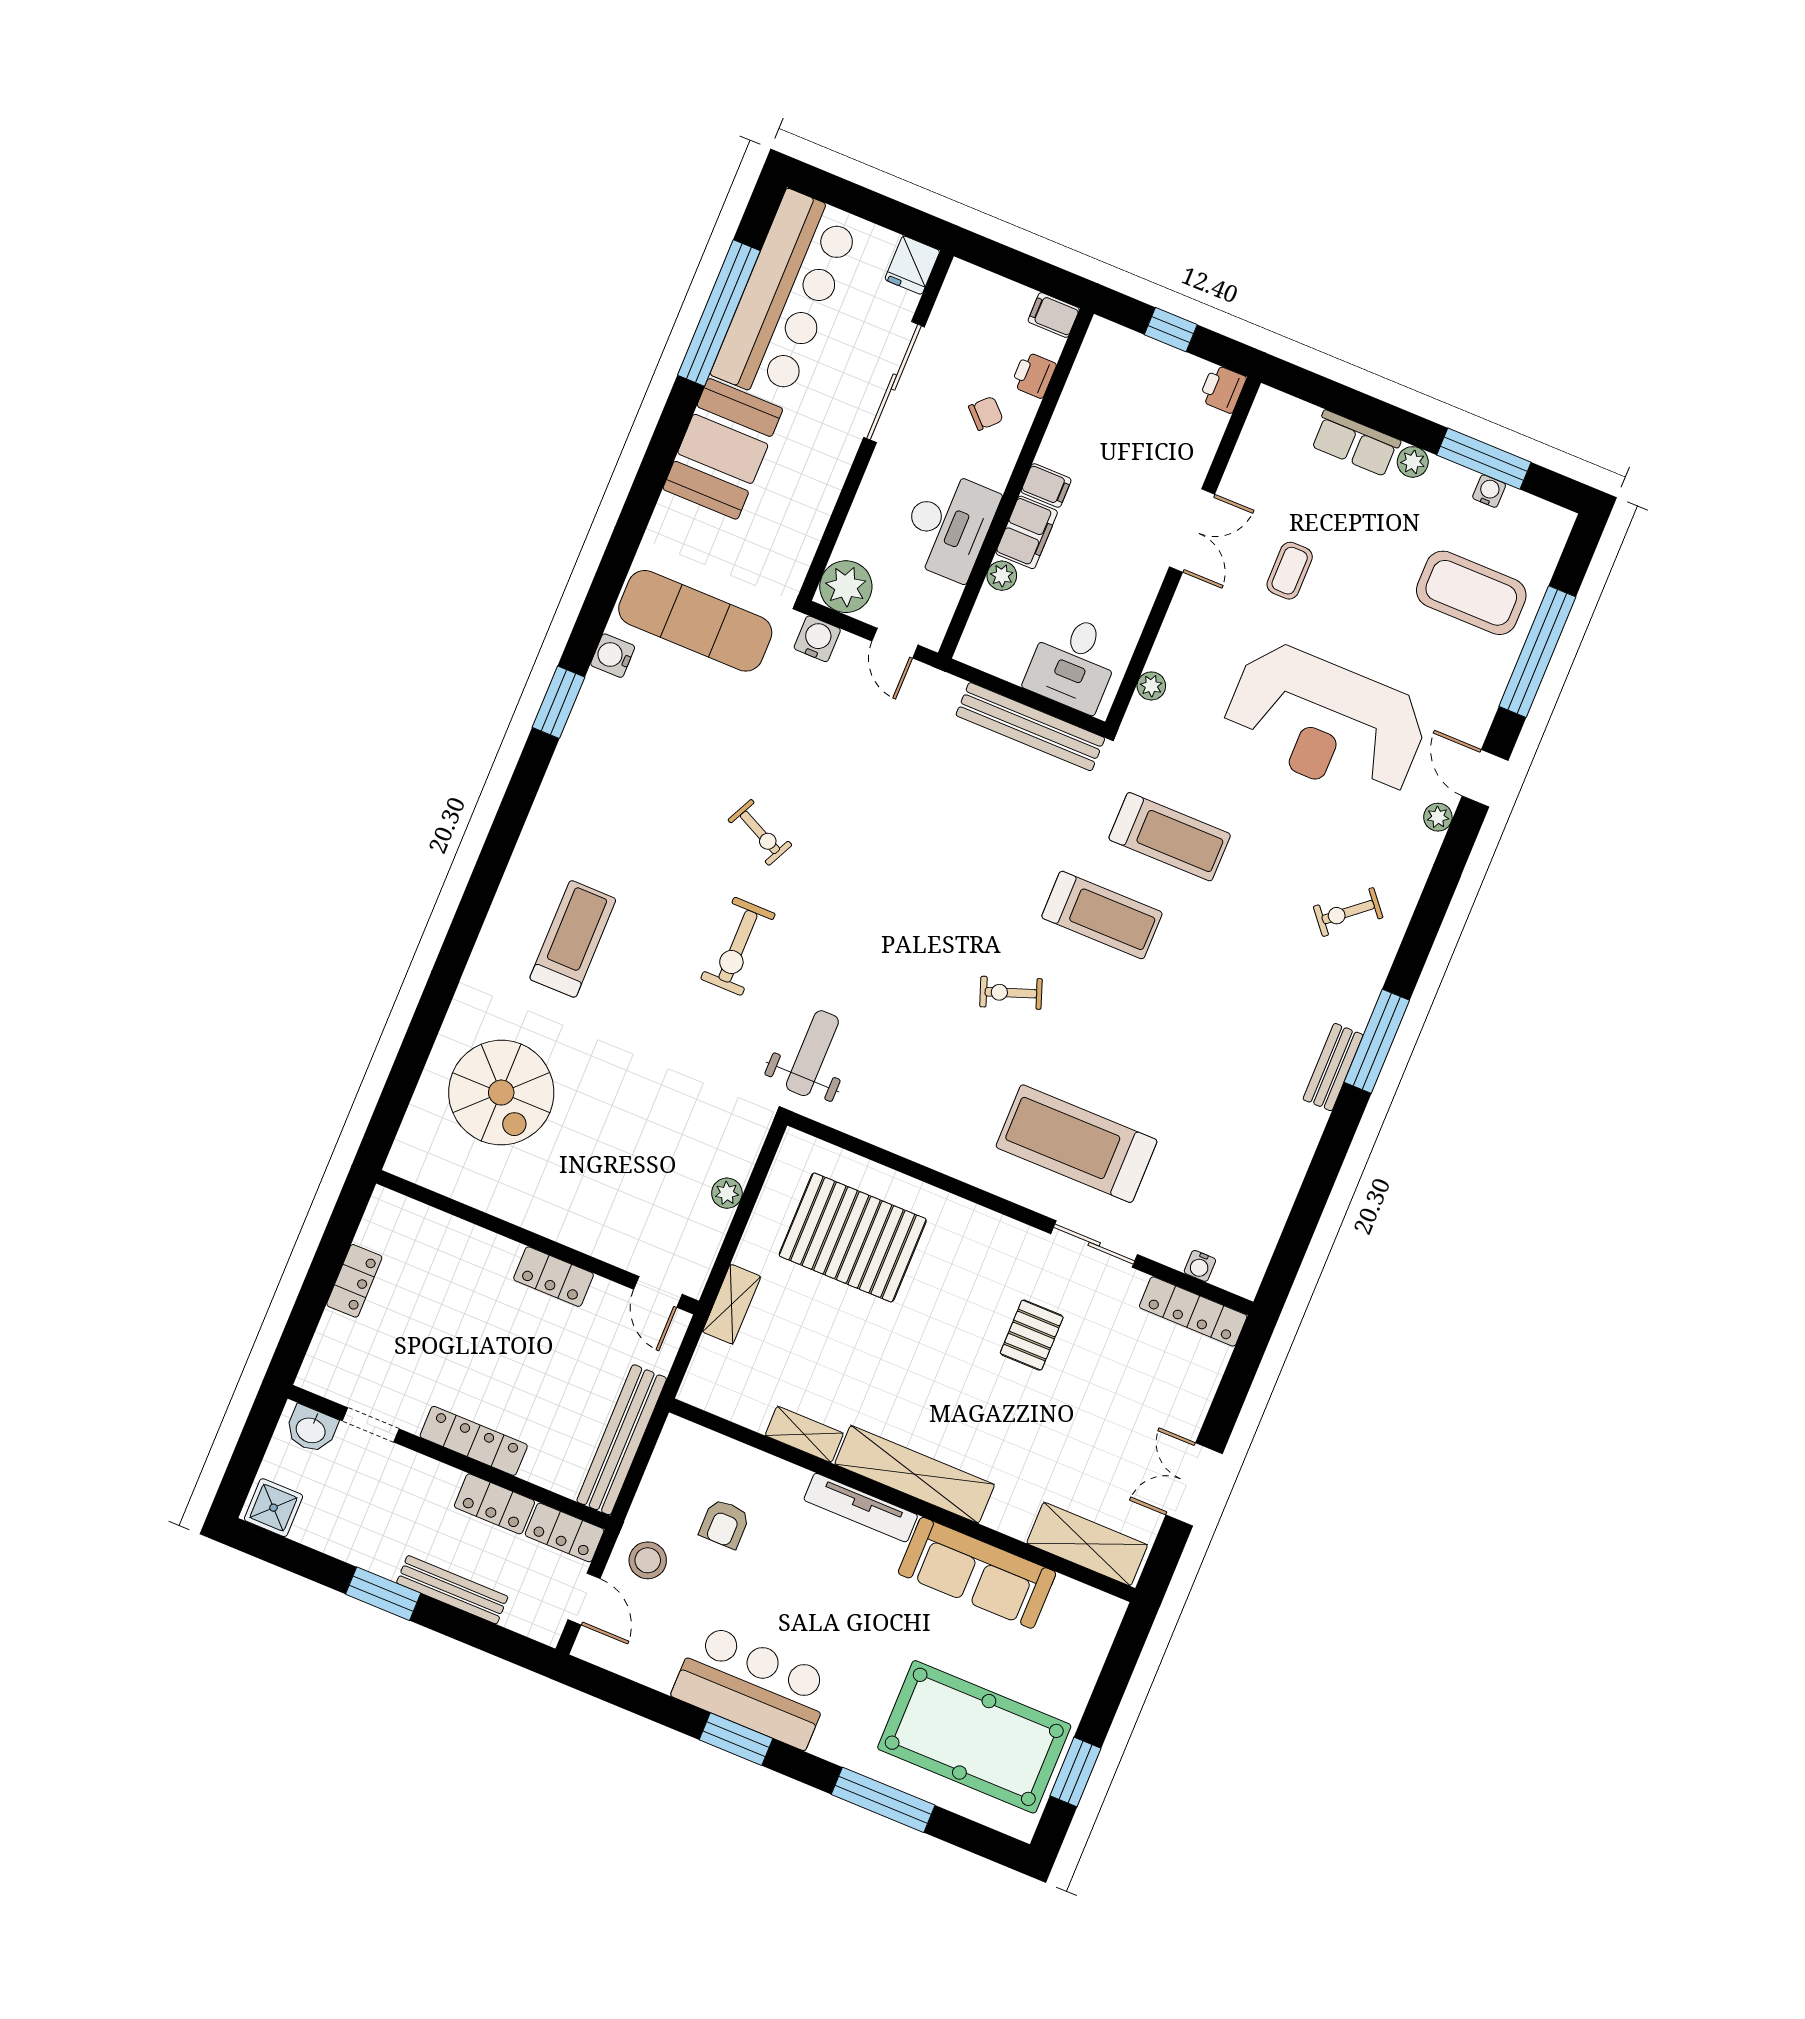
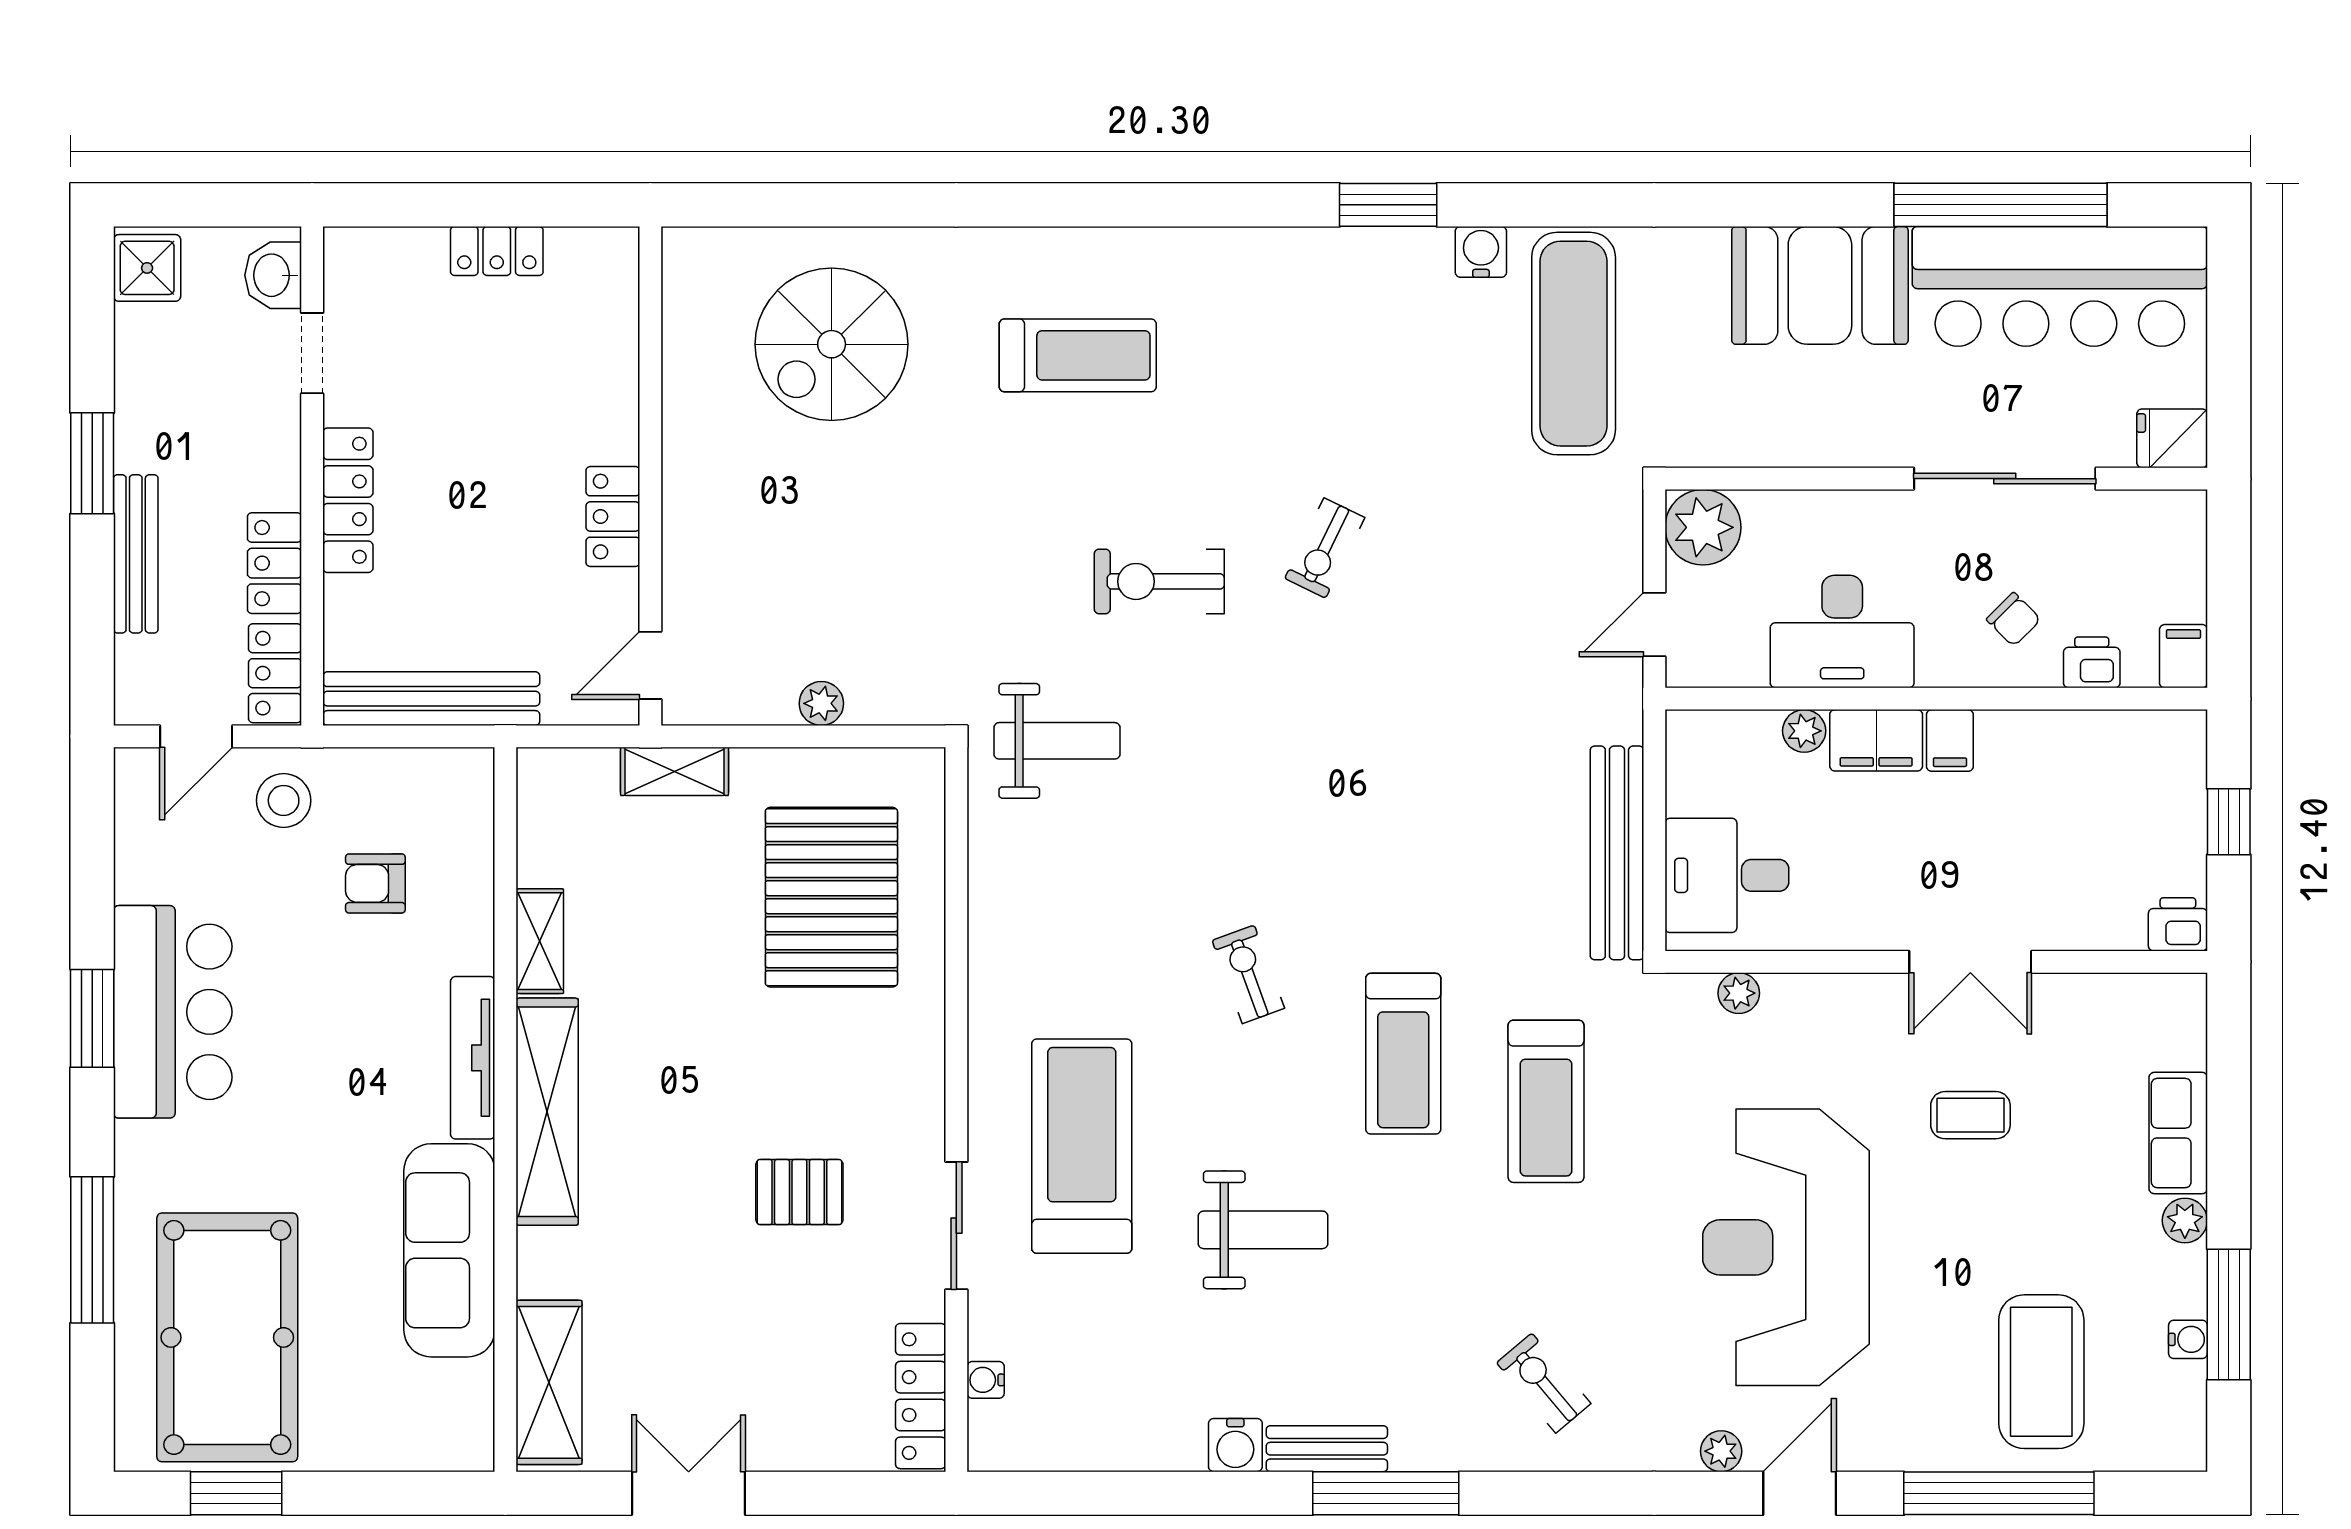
water cooler: (817, 639) -> (1235, 1445), moved, turned 90
weight bench: (1177, 1050) -> (1263, 1230), added

